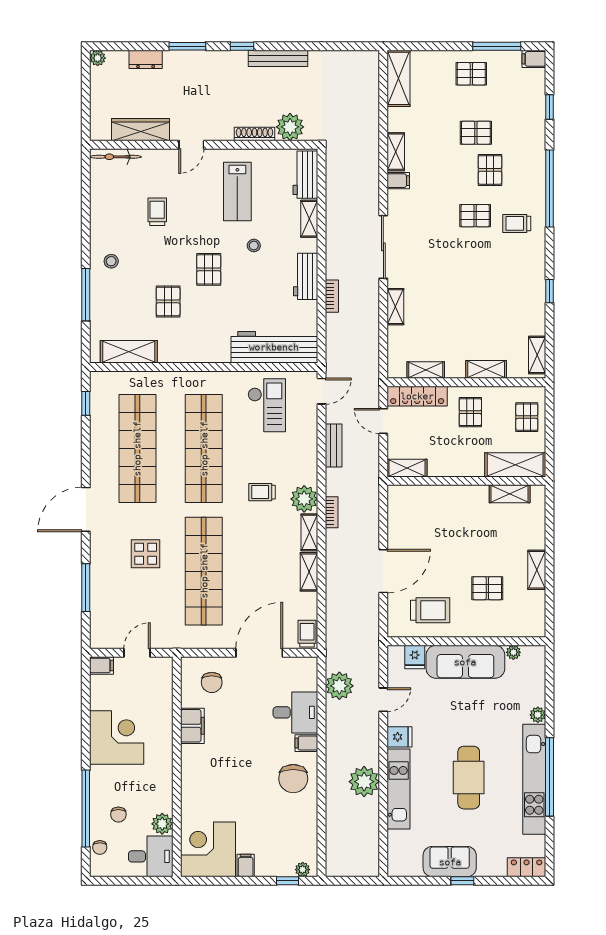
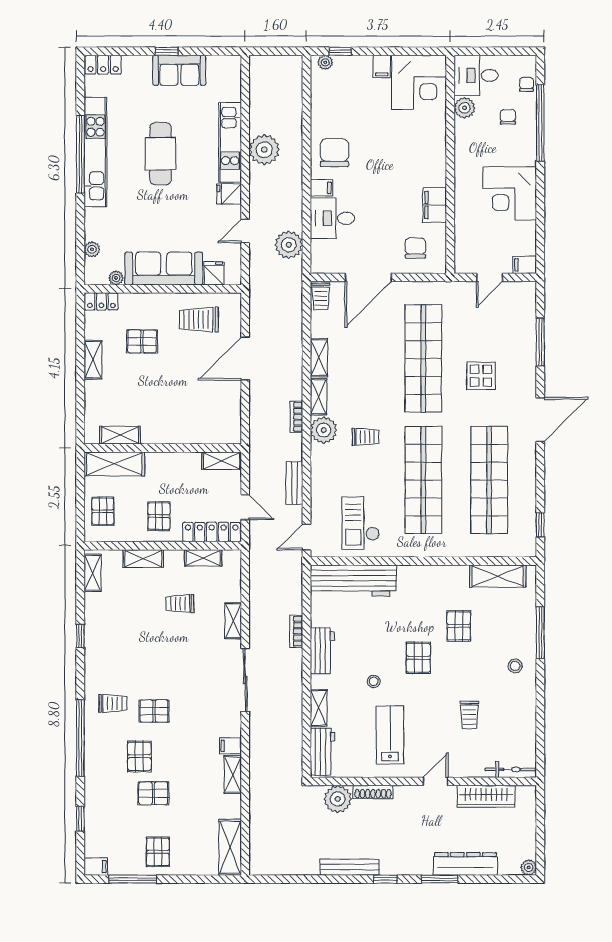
dresser: (146, 59) -> (465, 864), width x1.96, depth x1.24
pallet: (471, 74) -> (158, 852), turned 90
trolley: (449, 324) -> (180, 604), added
locker: (528, 629) -> (101, 301), added
plant: (538, 715) -> (92, 249), moved

